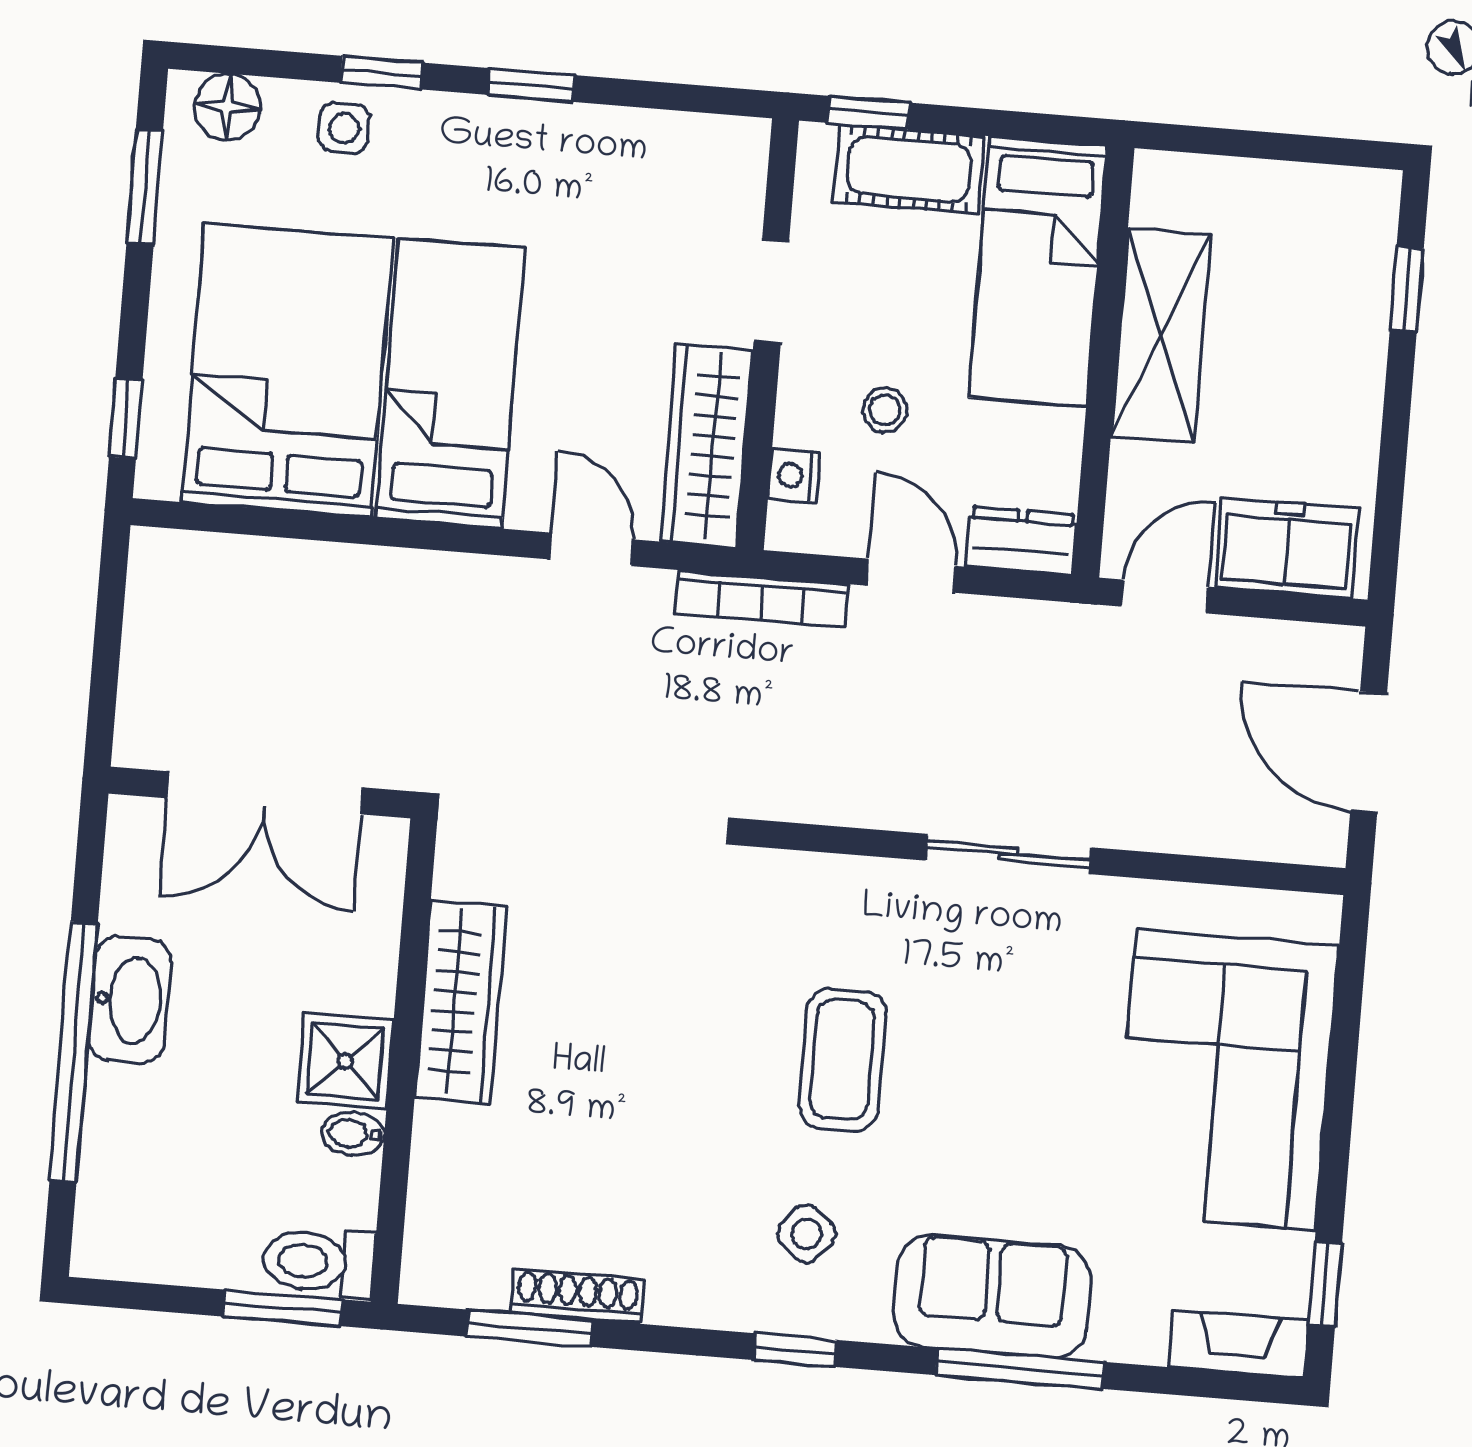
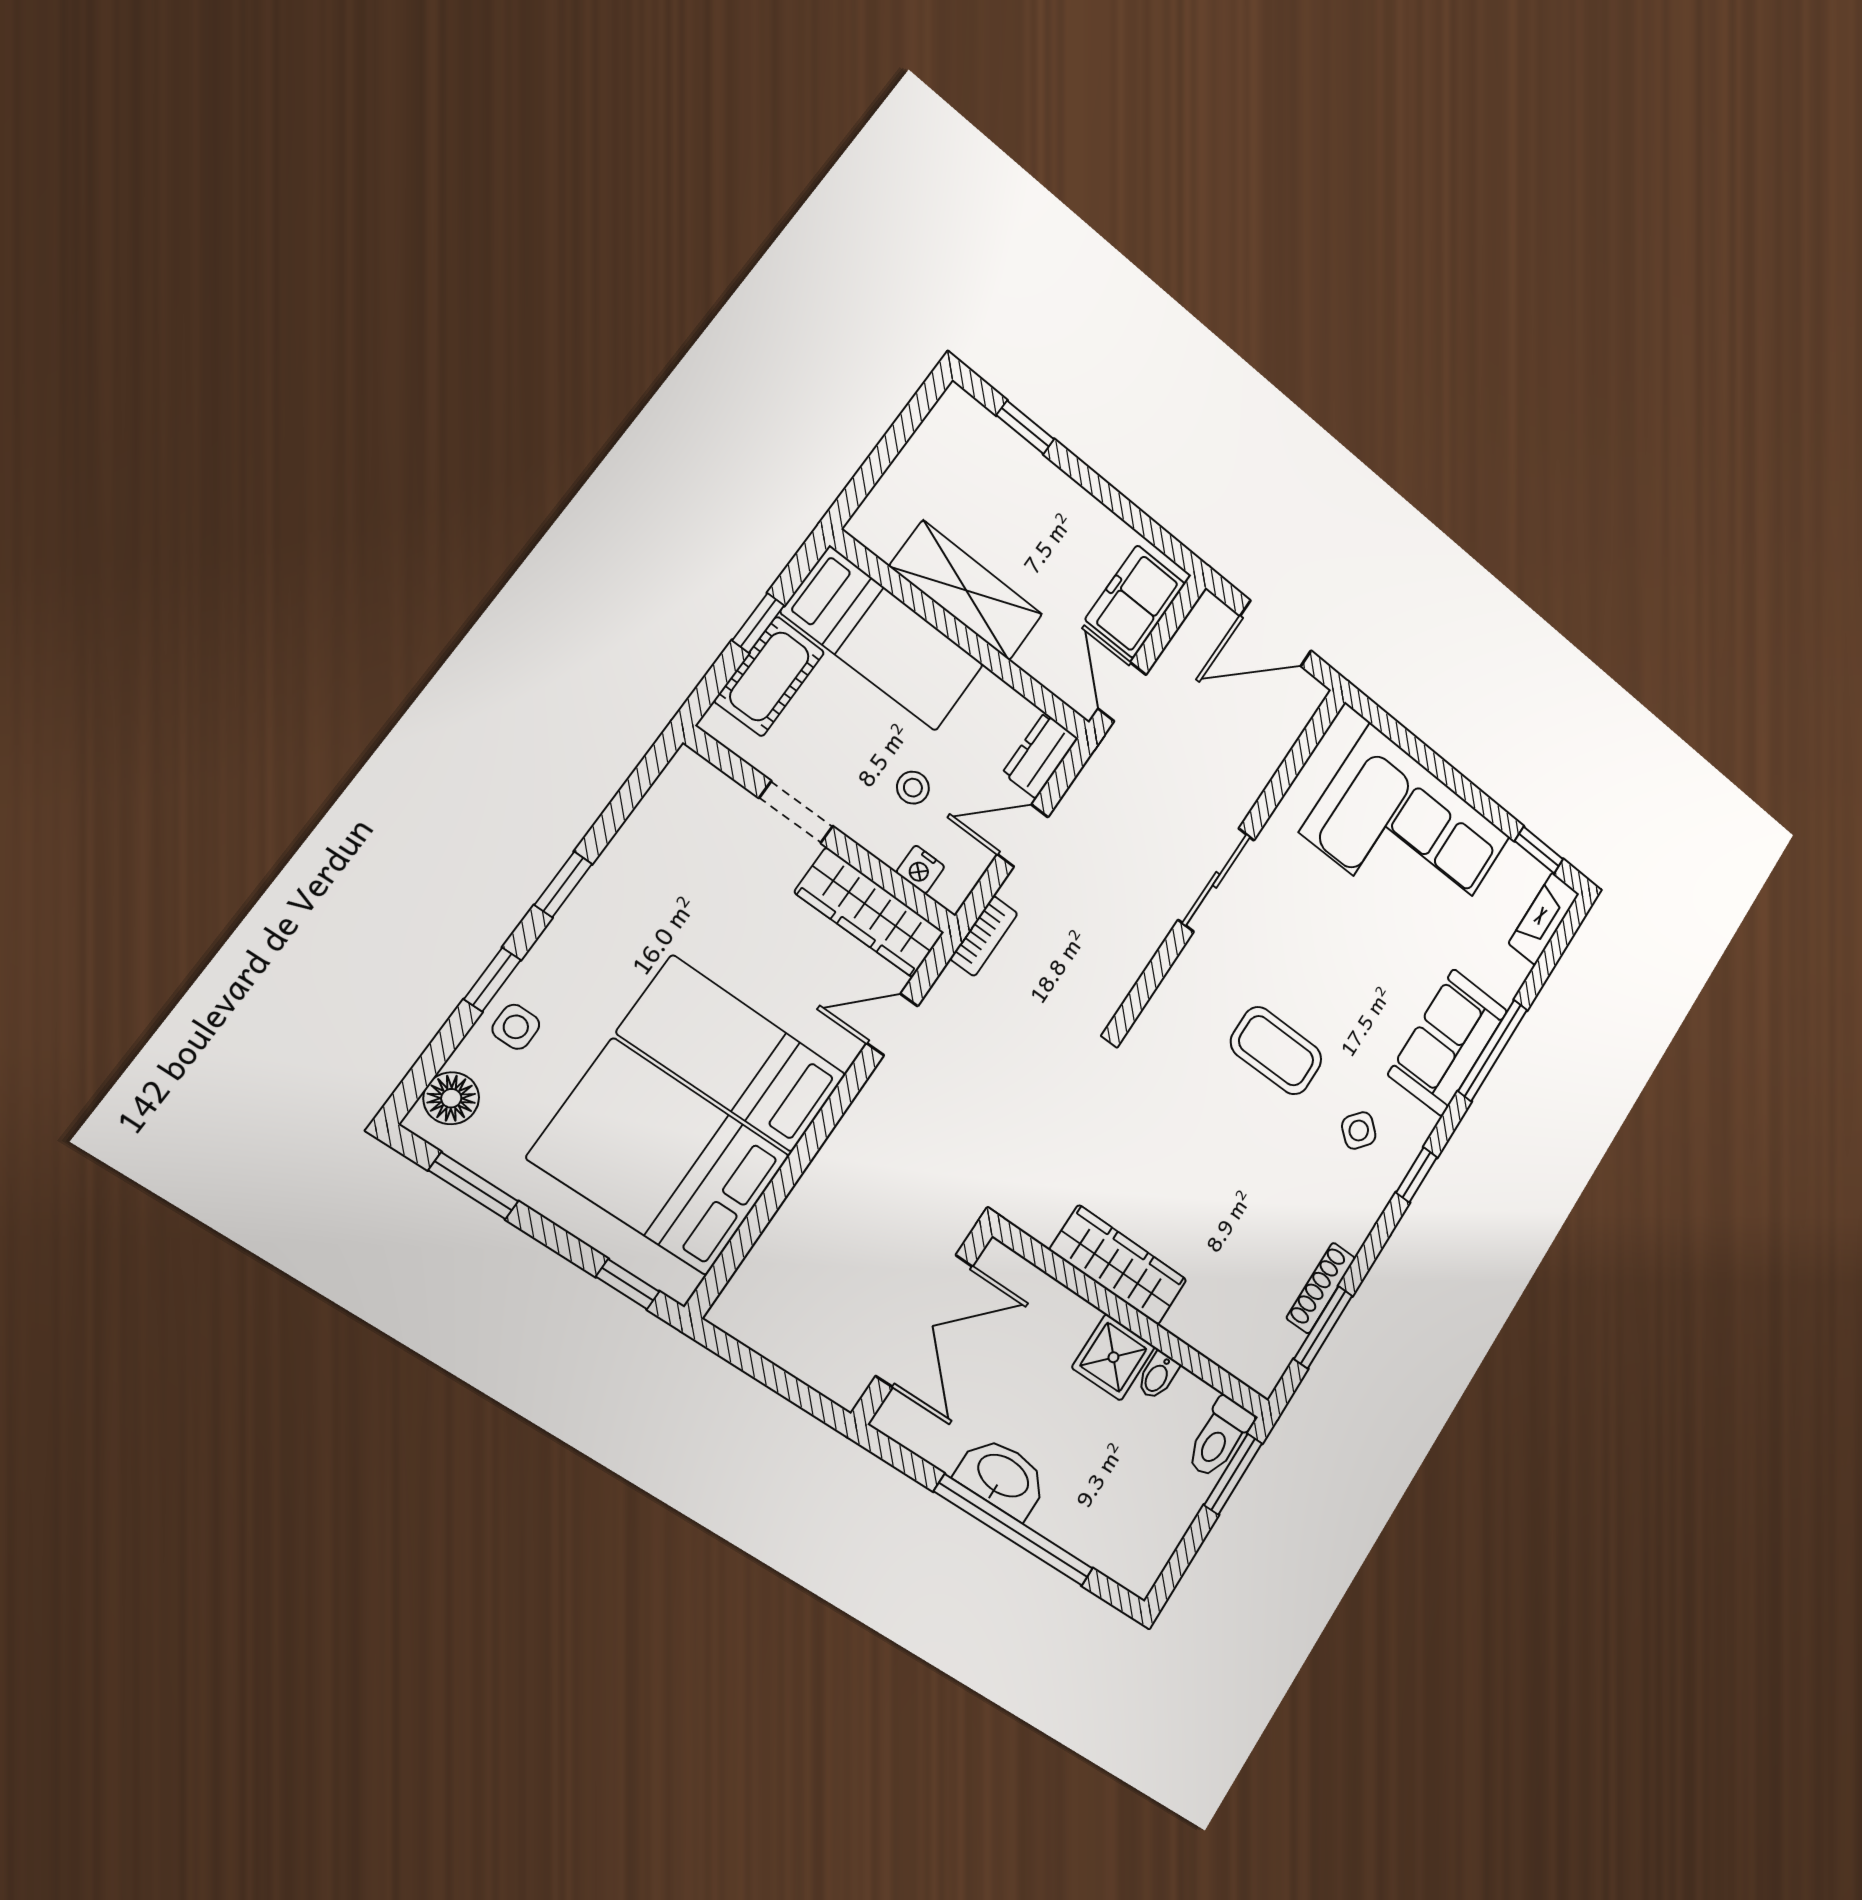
window: (869, 113) -> (758, 623), moved
bookcase: (761, 599) -> (984, 936), width x0.64

